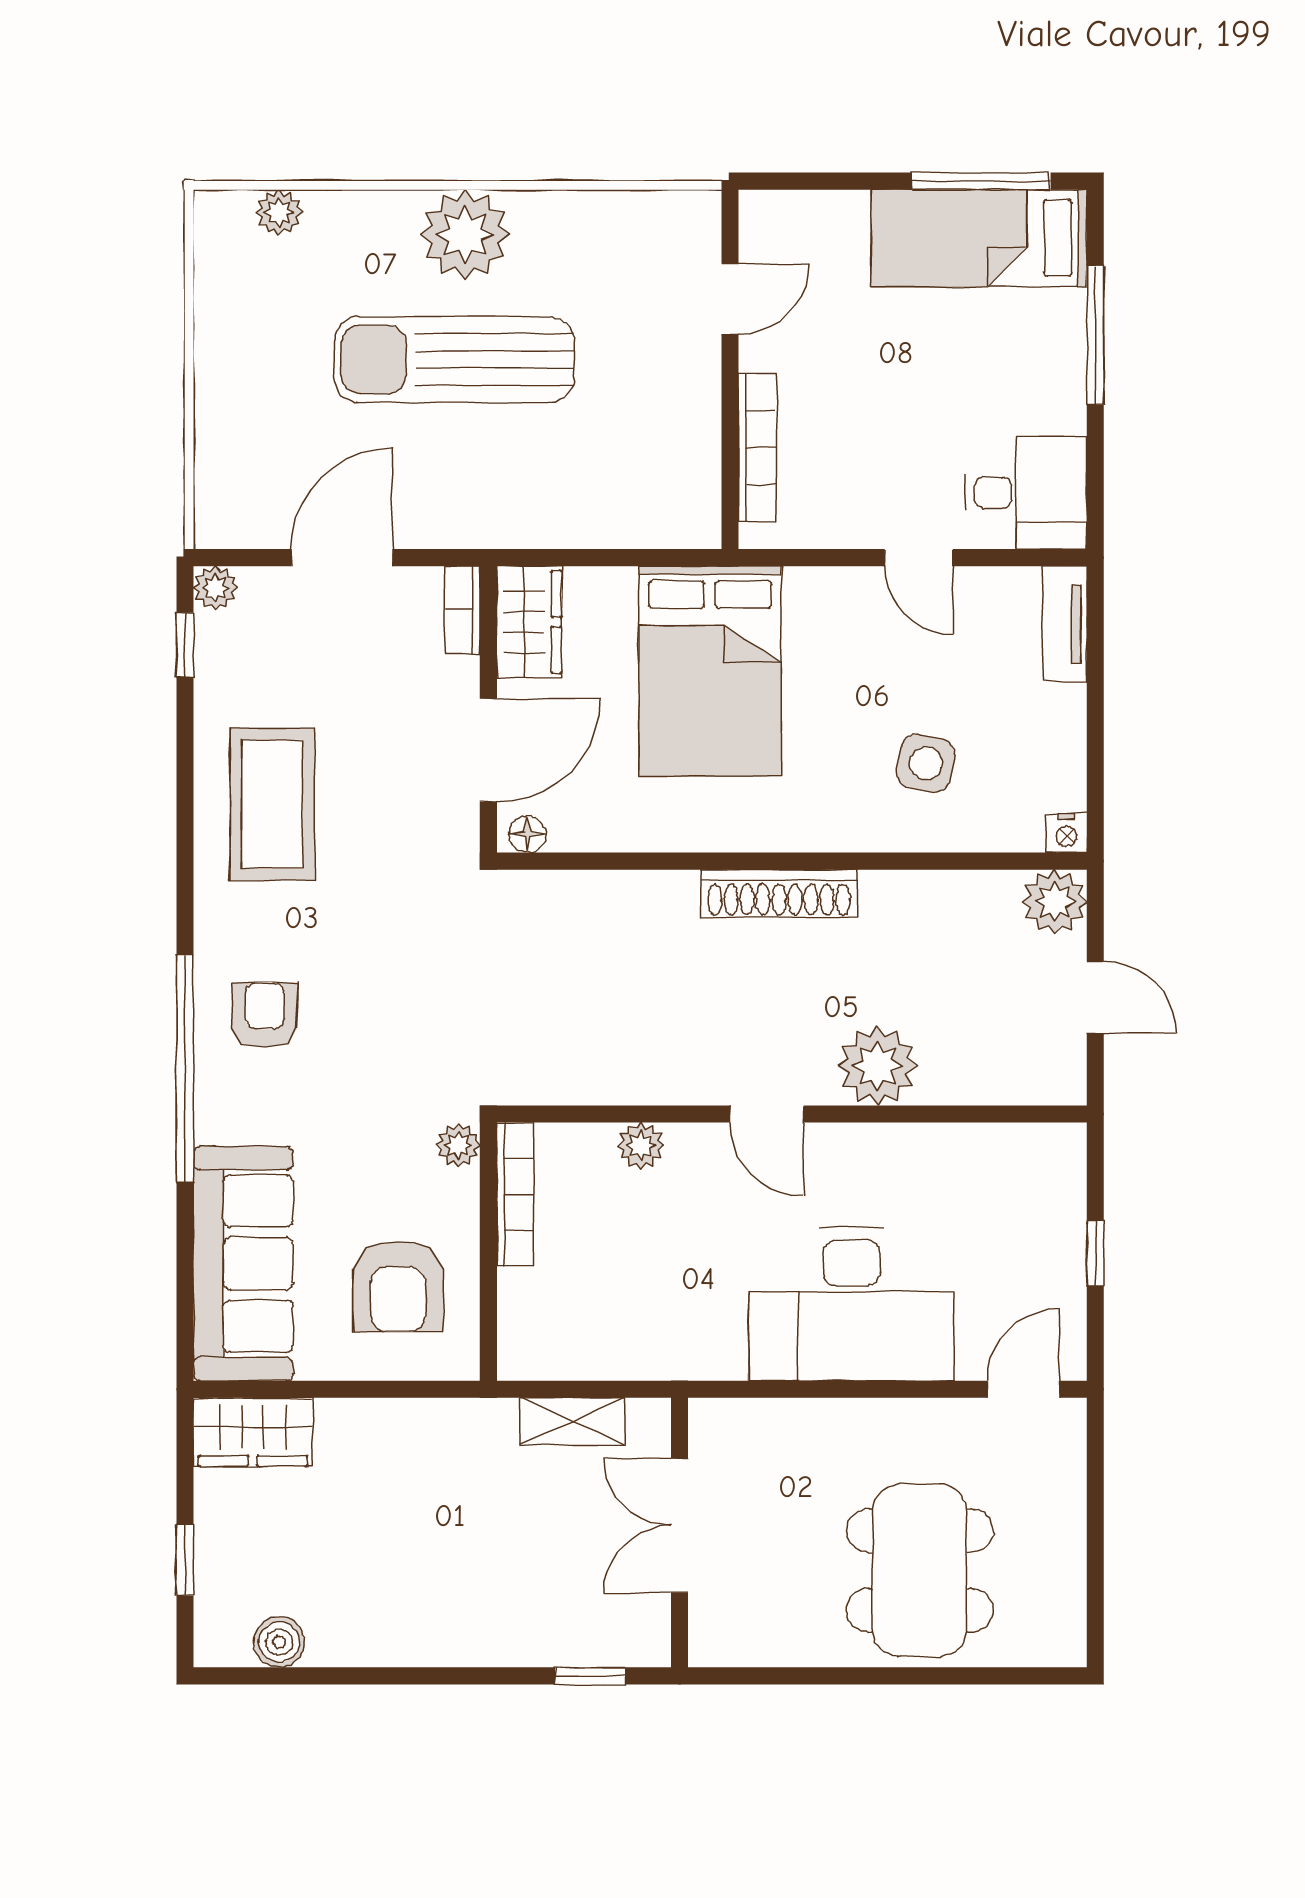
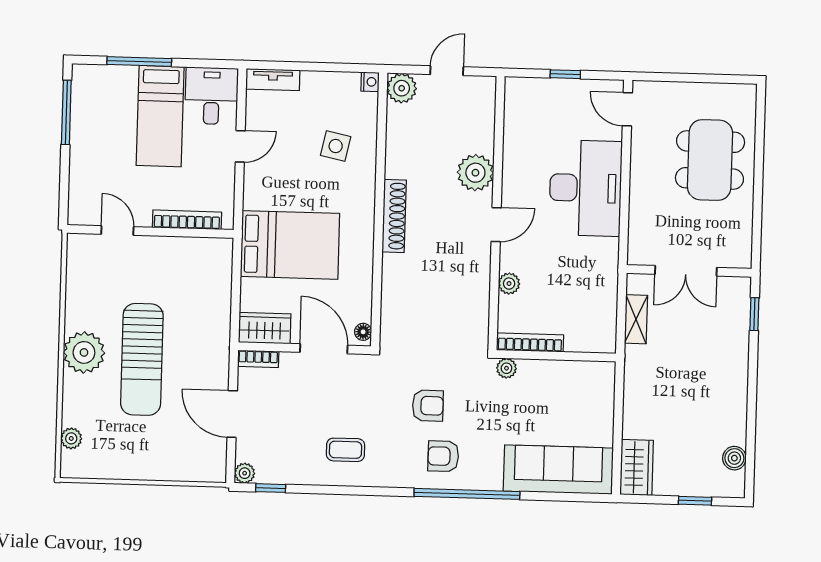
bed: (979, 238) -> (160, 116), moved
coffee table: (272, 804) -> (346, 450), width x0.54, depth x0.58
armchair: (398, 1286) -> (428, 406), moved, width x0.72, depth x0.72
dining table: (920, 1570) -> (710, 160), turned 90

